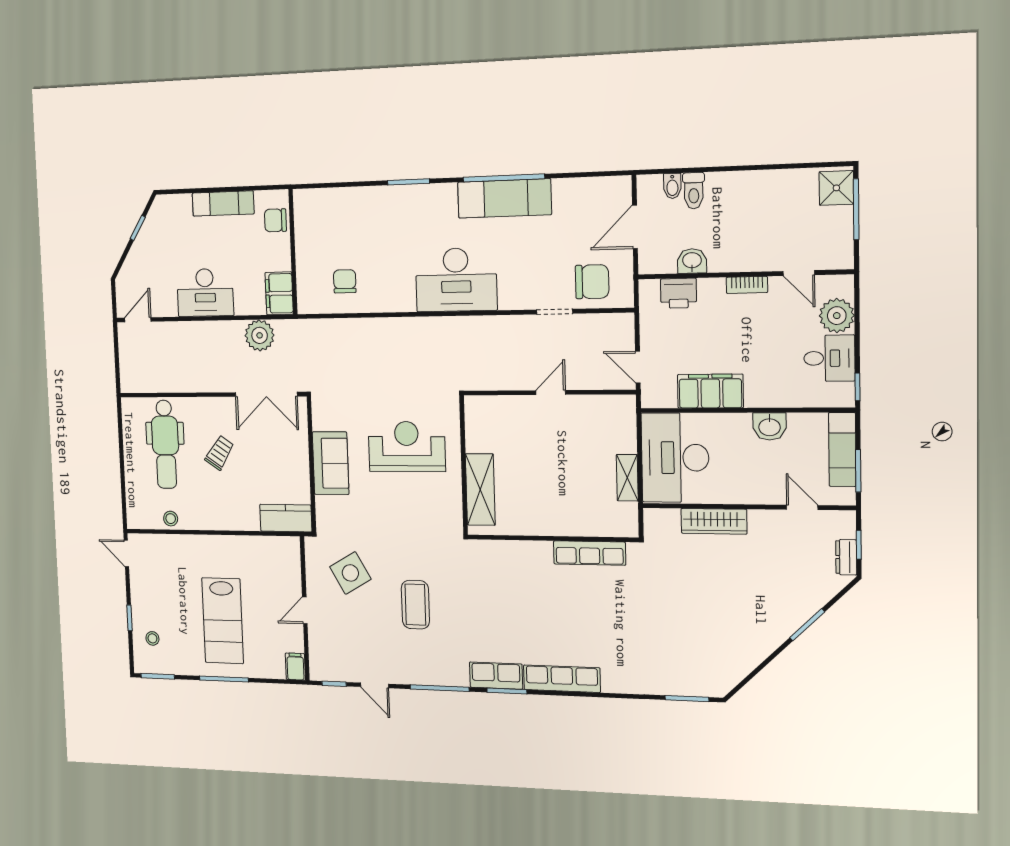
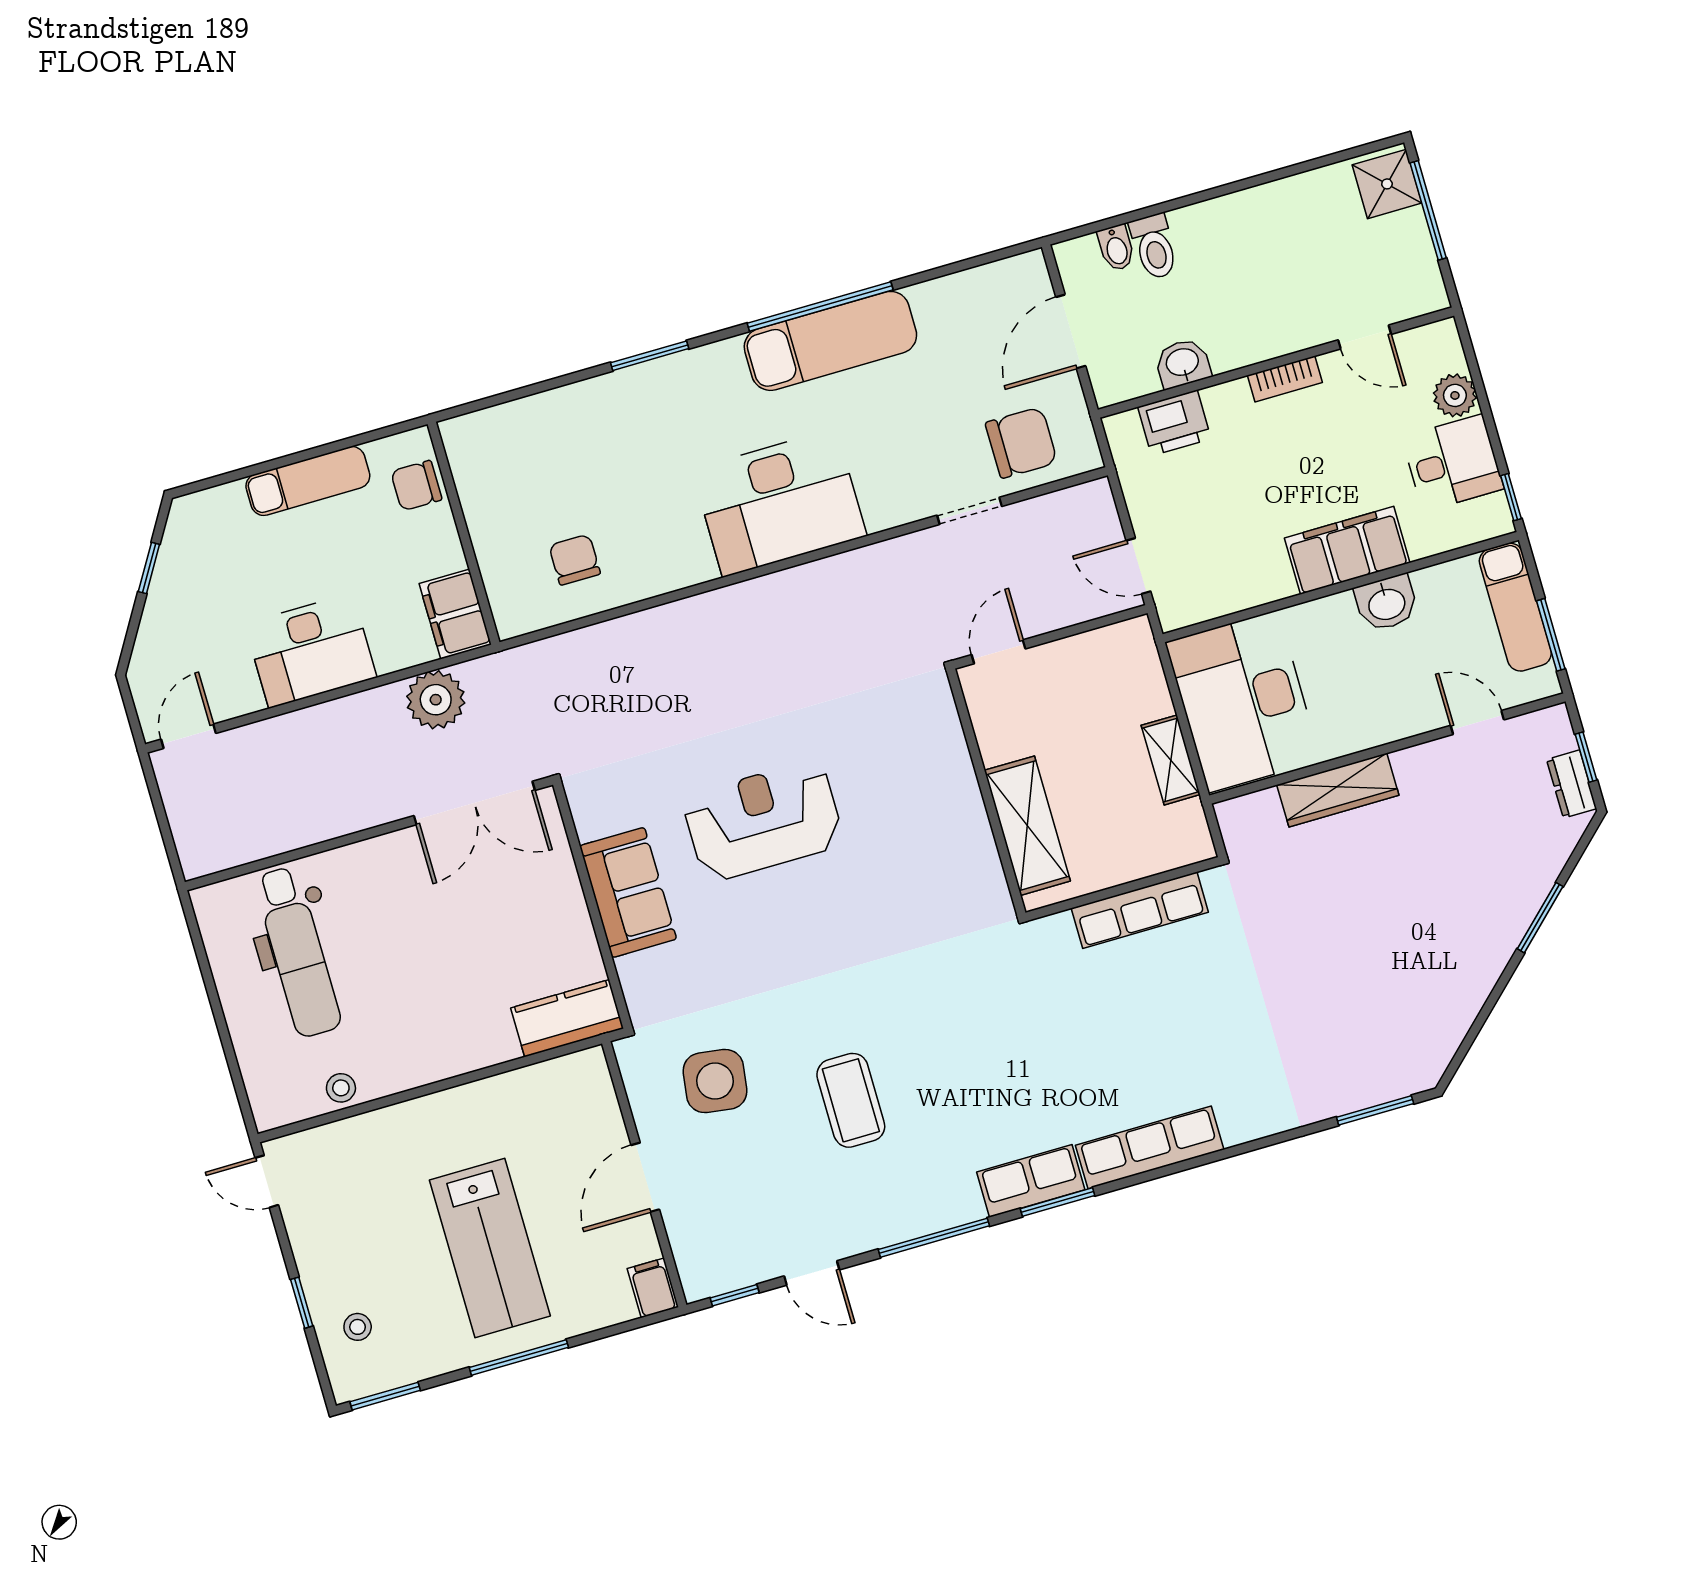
plant: (837, 316) -> (1455, 395), width x0.73, depth x0.73
filing cabinet: (710, 391) -> (1347, 550), moved
trolley: (220, 453) -> (409, 936), removed
wall: (464, 465) -> (986, 792), moved
shelving: (480, 490) -> (1027, 826), moved
side table: (350, 573) -> (715, 1081), turned 38
door: (305, 610) -> (645, 1177), width x1.38

